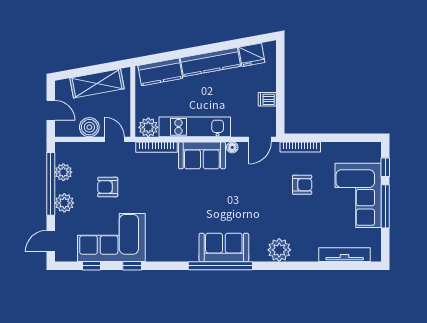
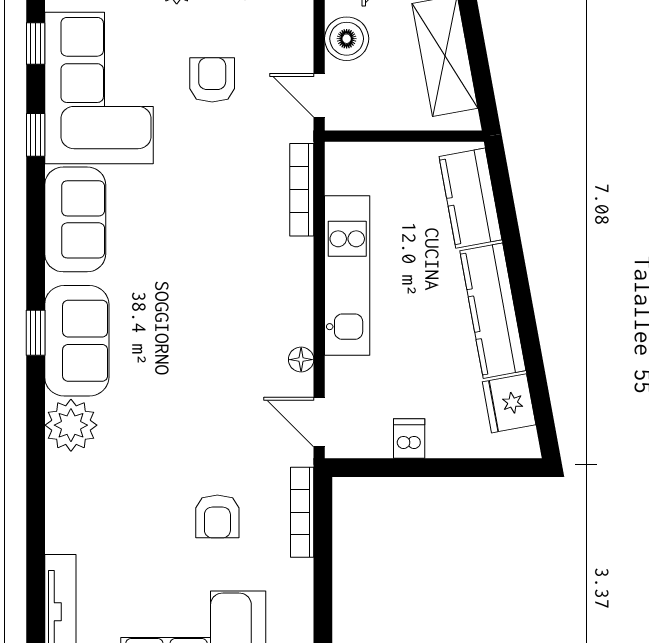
plant: (148, 127) -> (346, 171), removed
door: (115, 139) -> (319, 95), swing flipped
sofa: (202, 155) -> (75, 219), moved, turned 180
plant: (279, 250) -> (71, 425), moved
window: (220, 266) -> (36, 333), width x0.32

